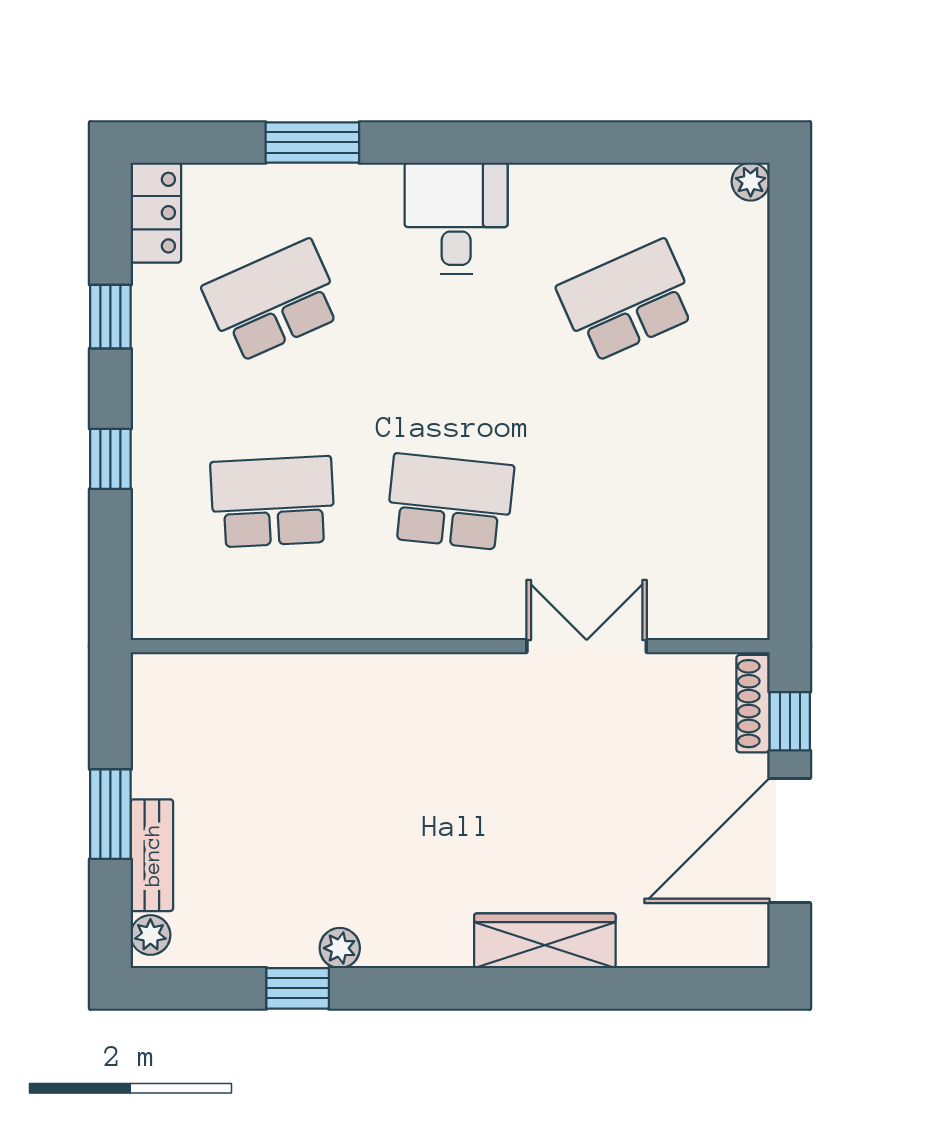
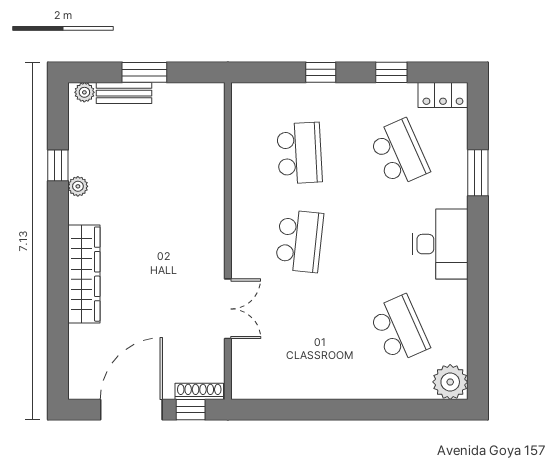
plant: (751, 182) -> (450, 382), width x1.87, depth x1.87
desk: (456, 218) -> (440, 244), width x1.37
door: (790, 840) -> (131, 410), hinge flipped
wardrobe: (545, 941) -> (84, 274), width x1.40, depth x1.17

